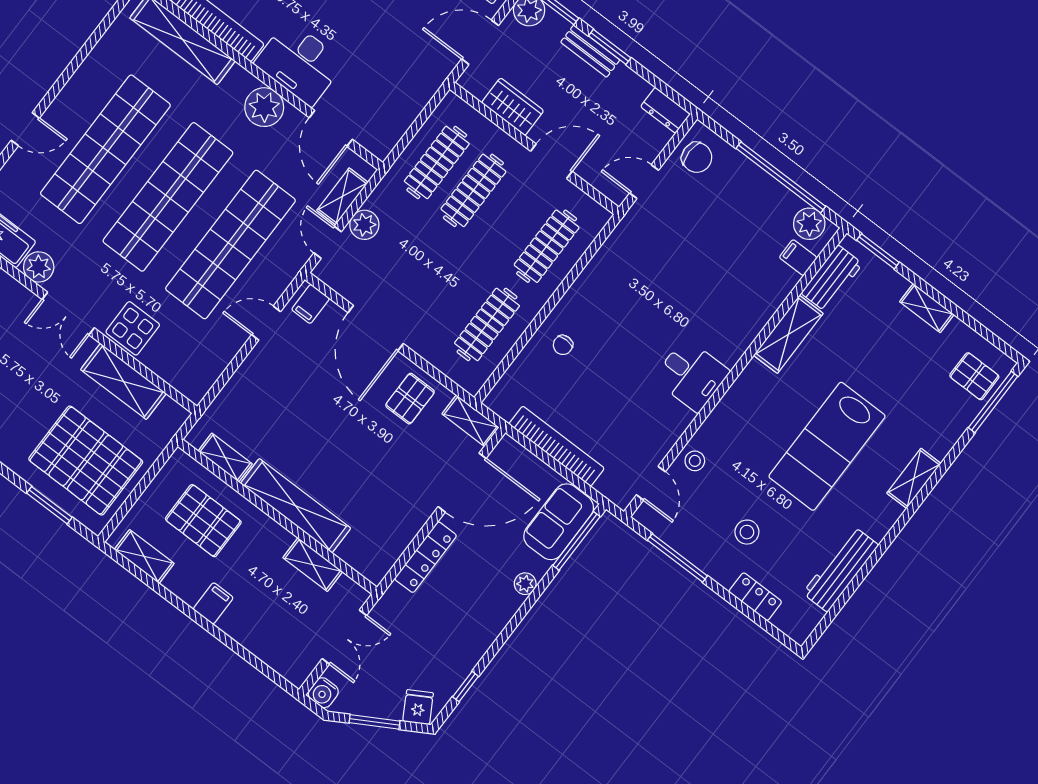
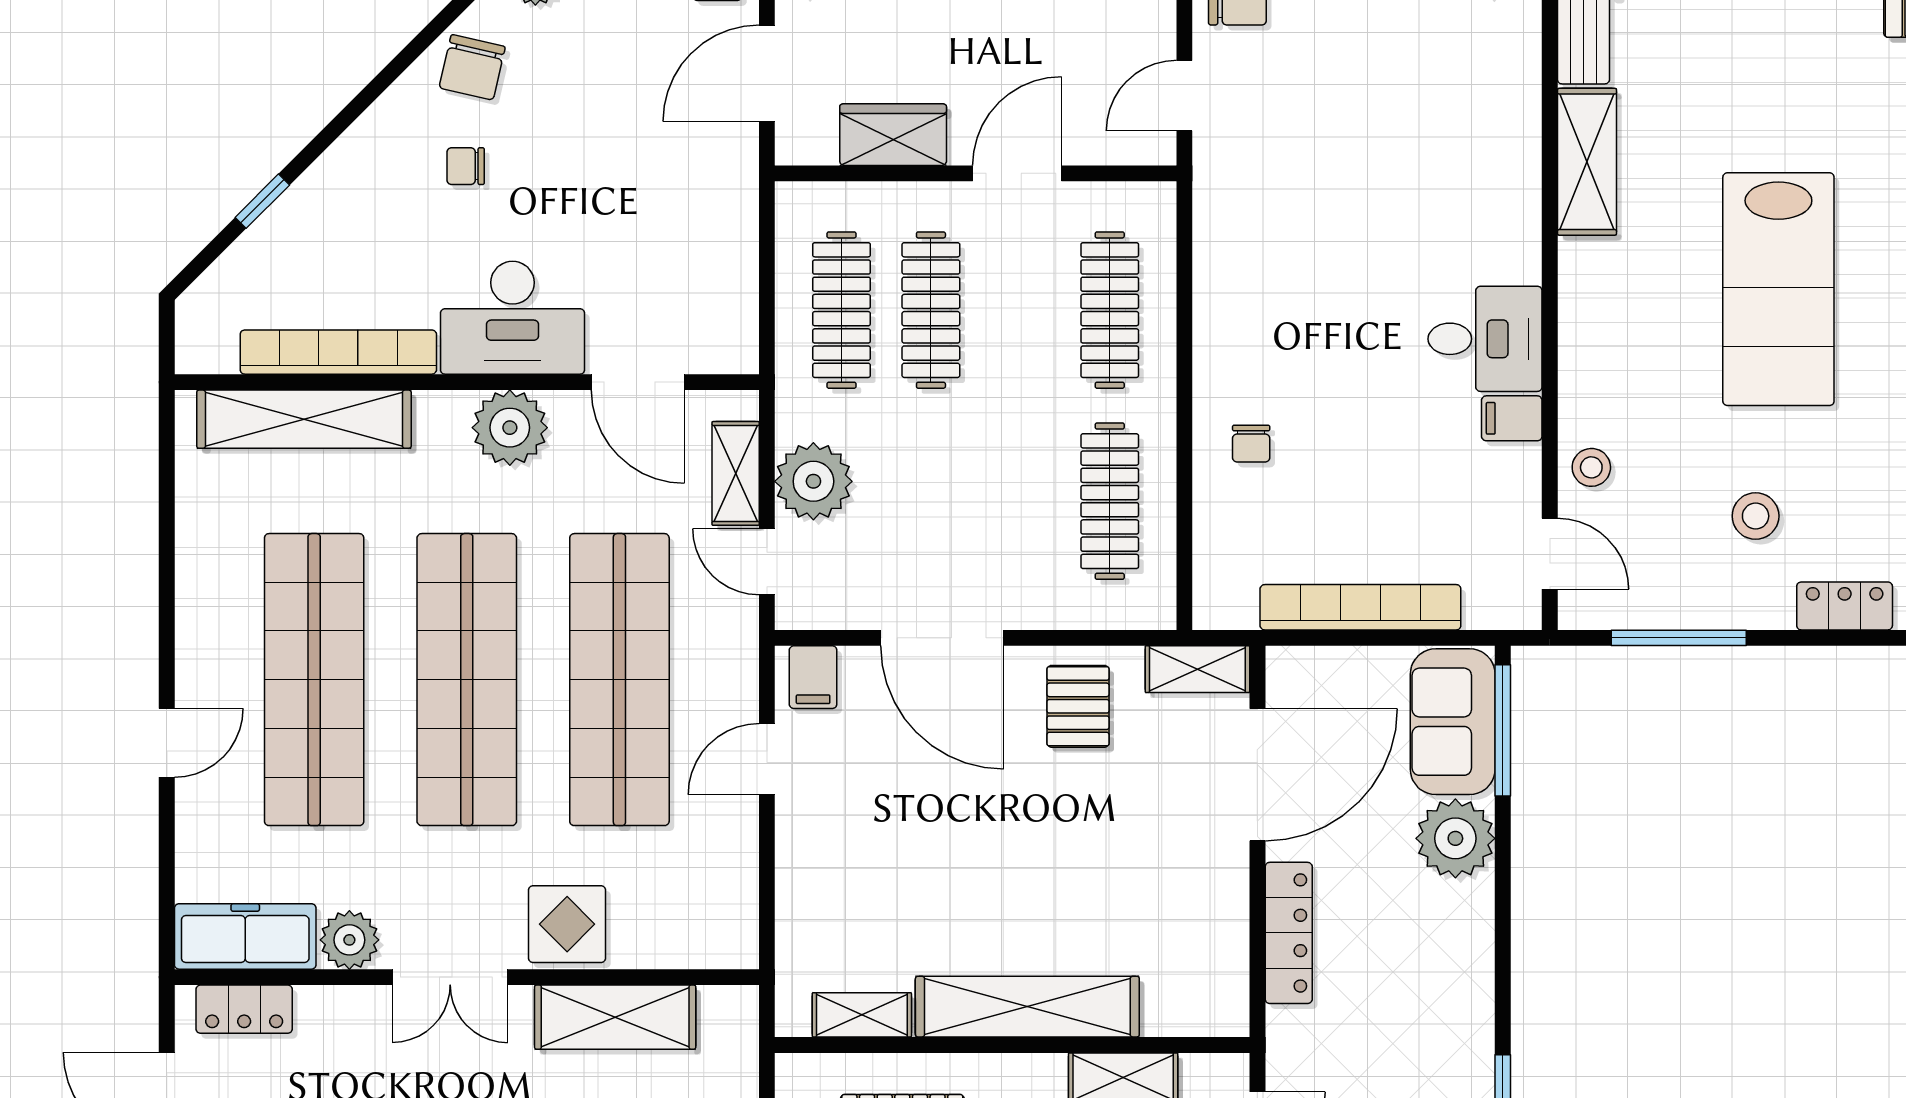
plant: (364, 225) -> (813, 481), width x1.36, depth x1.36
filing cabinet: (798, 258) -> (1512, 418), moved
plant: (525, 584) -> (1455, 838), width x1.88, depth x1.88

